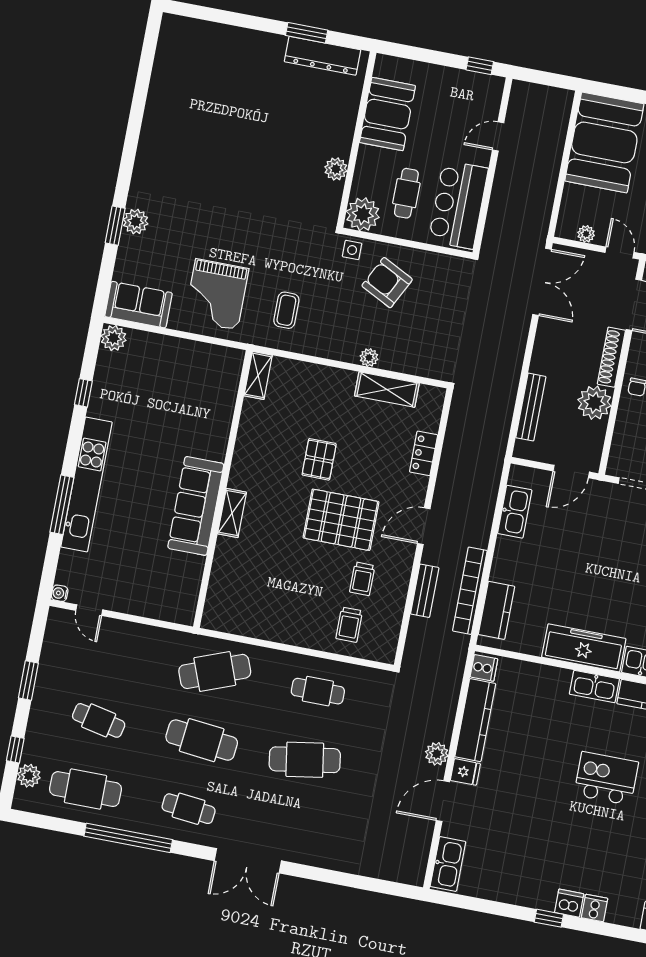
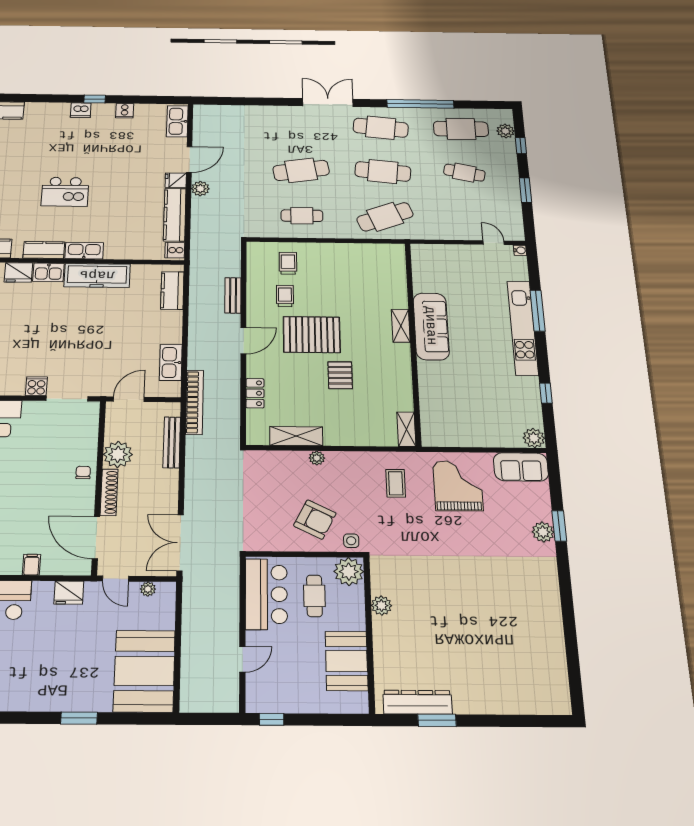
bookcase: (470, 591) -> (194, 402), moved
cafe table: (189, 809) -> (381, 128), width x1.37, depth x1.35
cooker: (595, 908) -> (125, 111), moved

